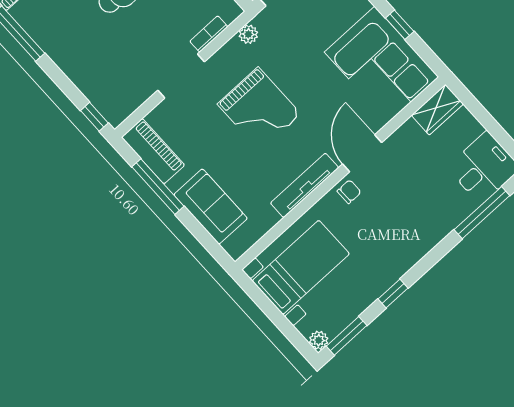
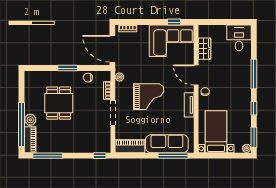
window: (400, 25) -> (174, 22), moved
wardrobe: (437, 110) -> (204, 49), moved
tv unit: (305, 185) -> (189, 105), width x0.71
window: (158, 187) -> (173, 156), moved
sofa: (211, 206) -> (167, 144), width x1.36
window: (482, 213) -> (254, 74), moved

